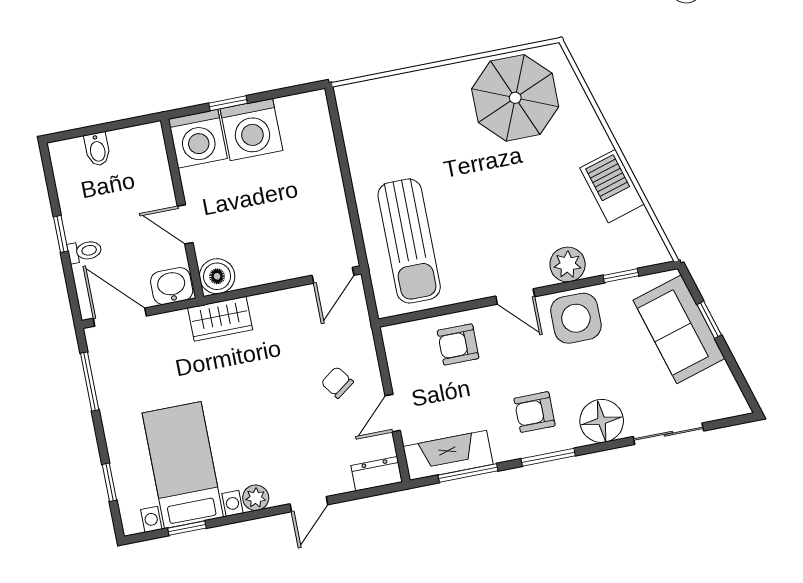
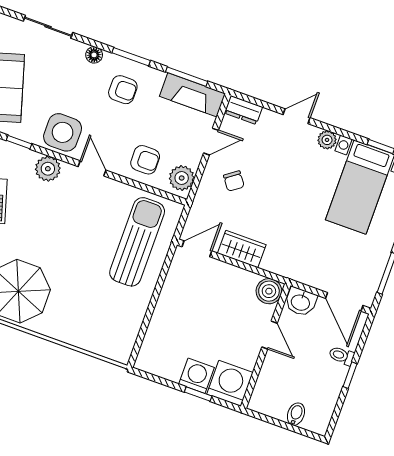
washing machine: (251, 130) -> (197, 376), width x0.73, depth x0.73
wardrobe: (220, 319) -> (242, 249), moved
plant: (402, 349) -> (182, 178), added
floor lamp: (602, 421) -> (94, 55), width x0.53, depth x0.53

